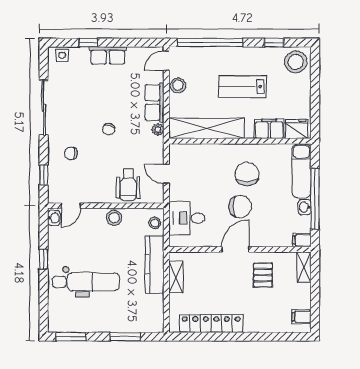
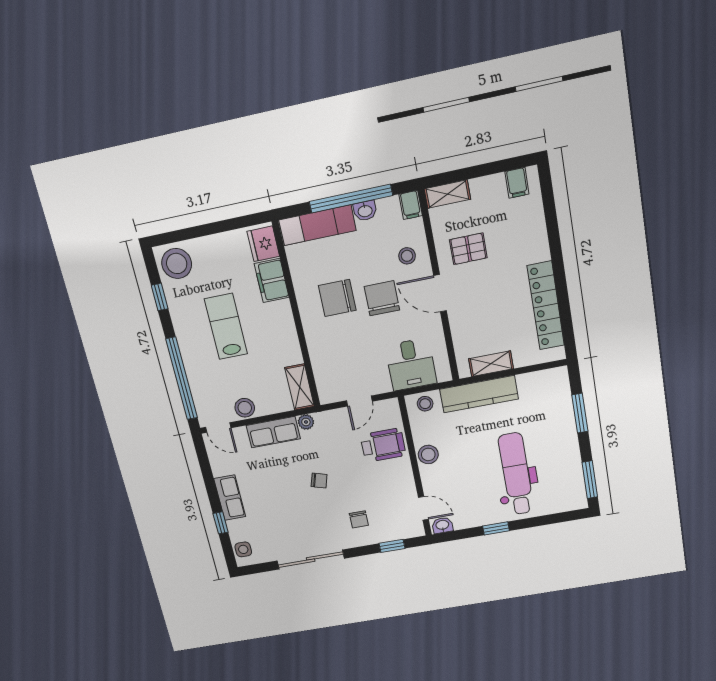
lab bench: (243, 87) -> (226, 326), turned 180
shelving: (207, 128) -> (299, 387), width x0.45, depth x0.75
stool: (267, 231) -> (407, 256), added

